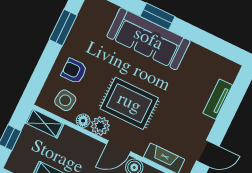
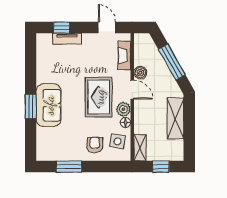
sofa: (148, 39) -> (49, 105), width x0.73
armchair: (74, 71) -> (95, 145), turned 180
window: (234, 99) -> (62, 28), added

